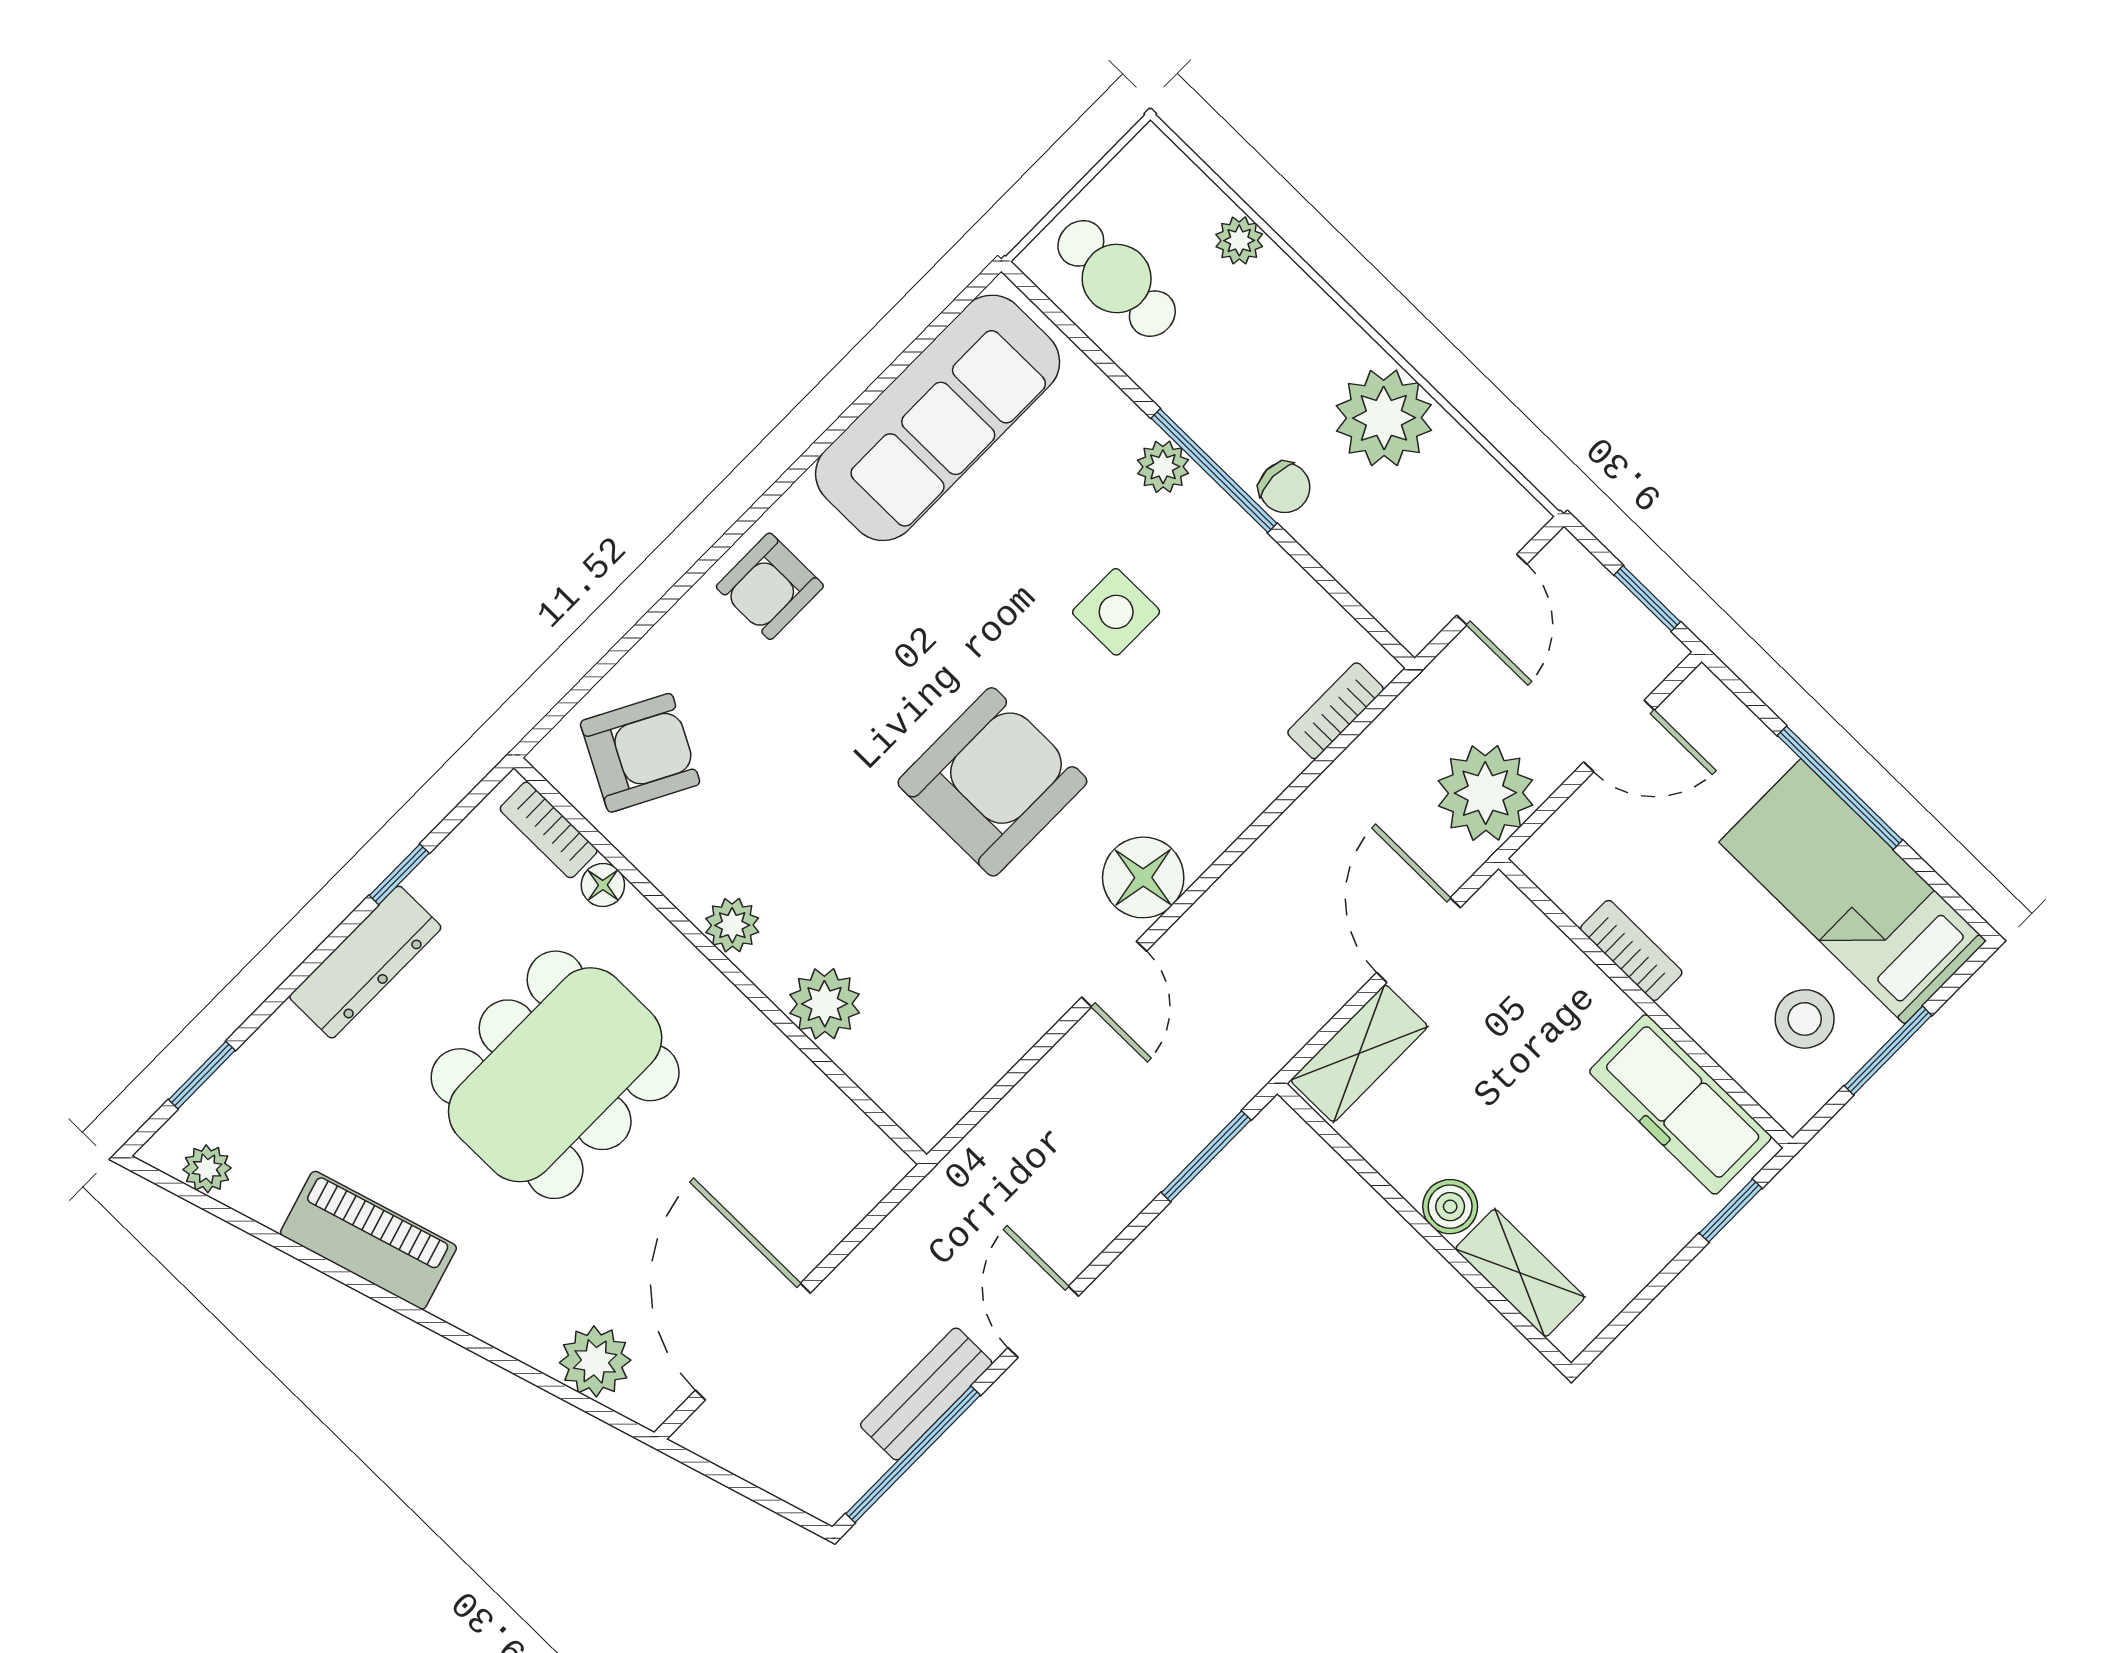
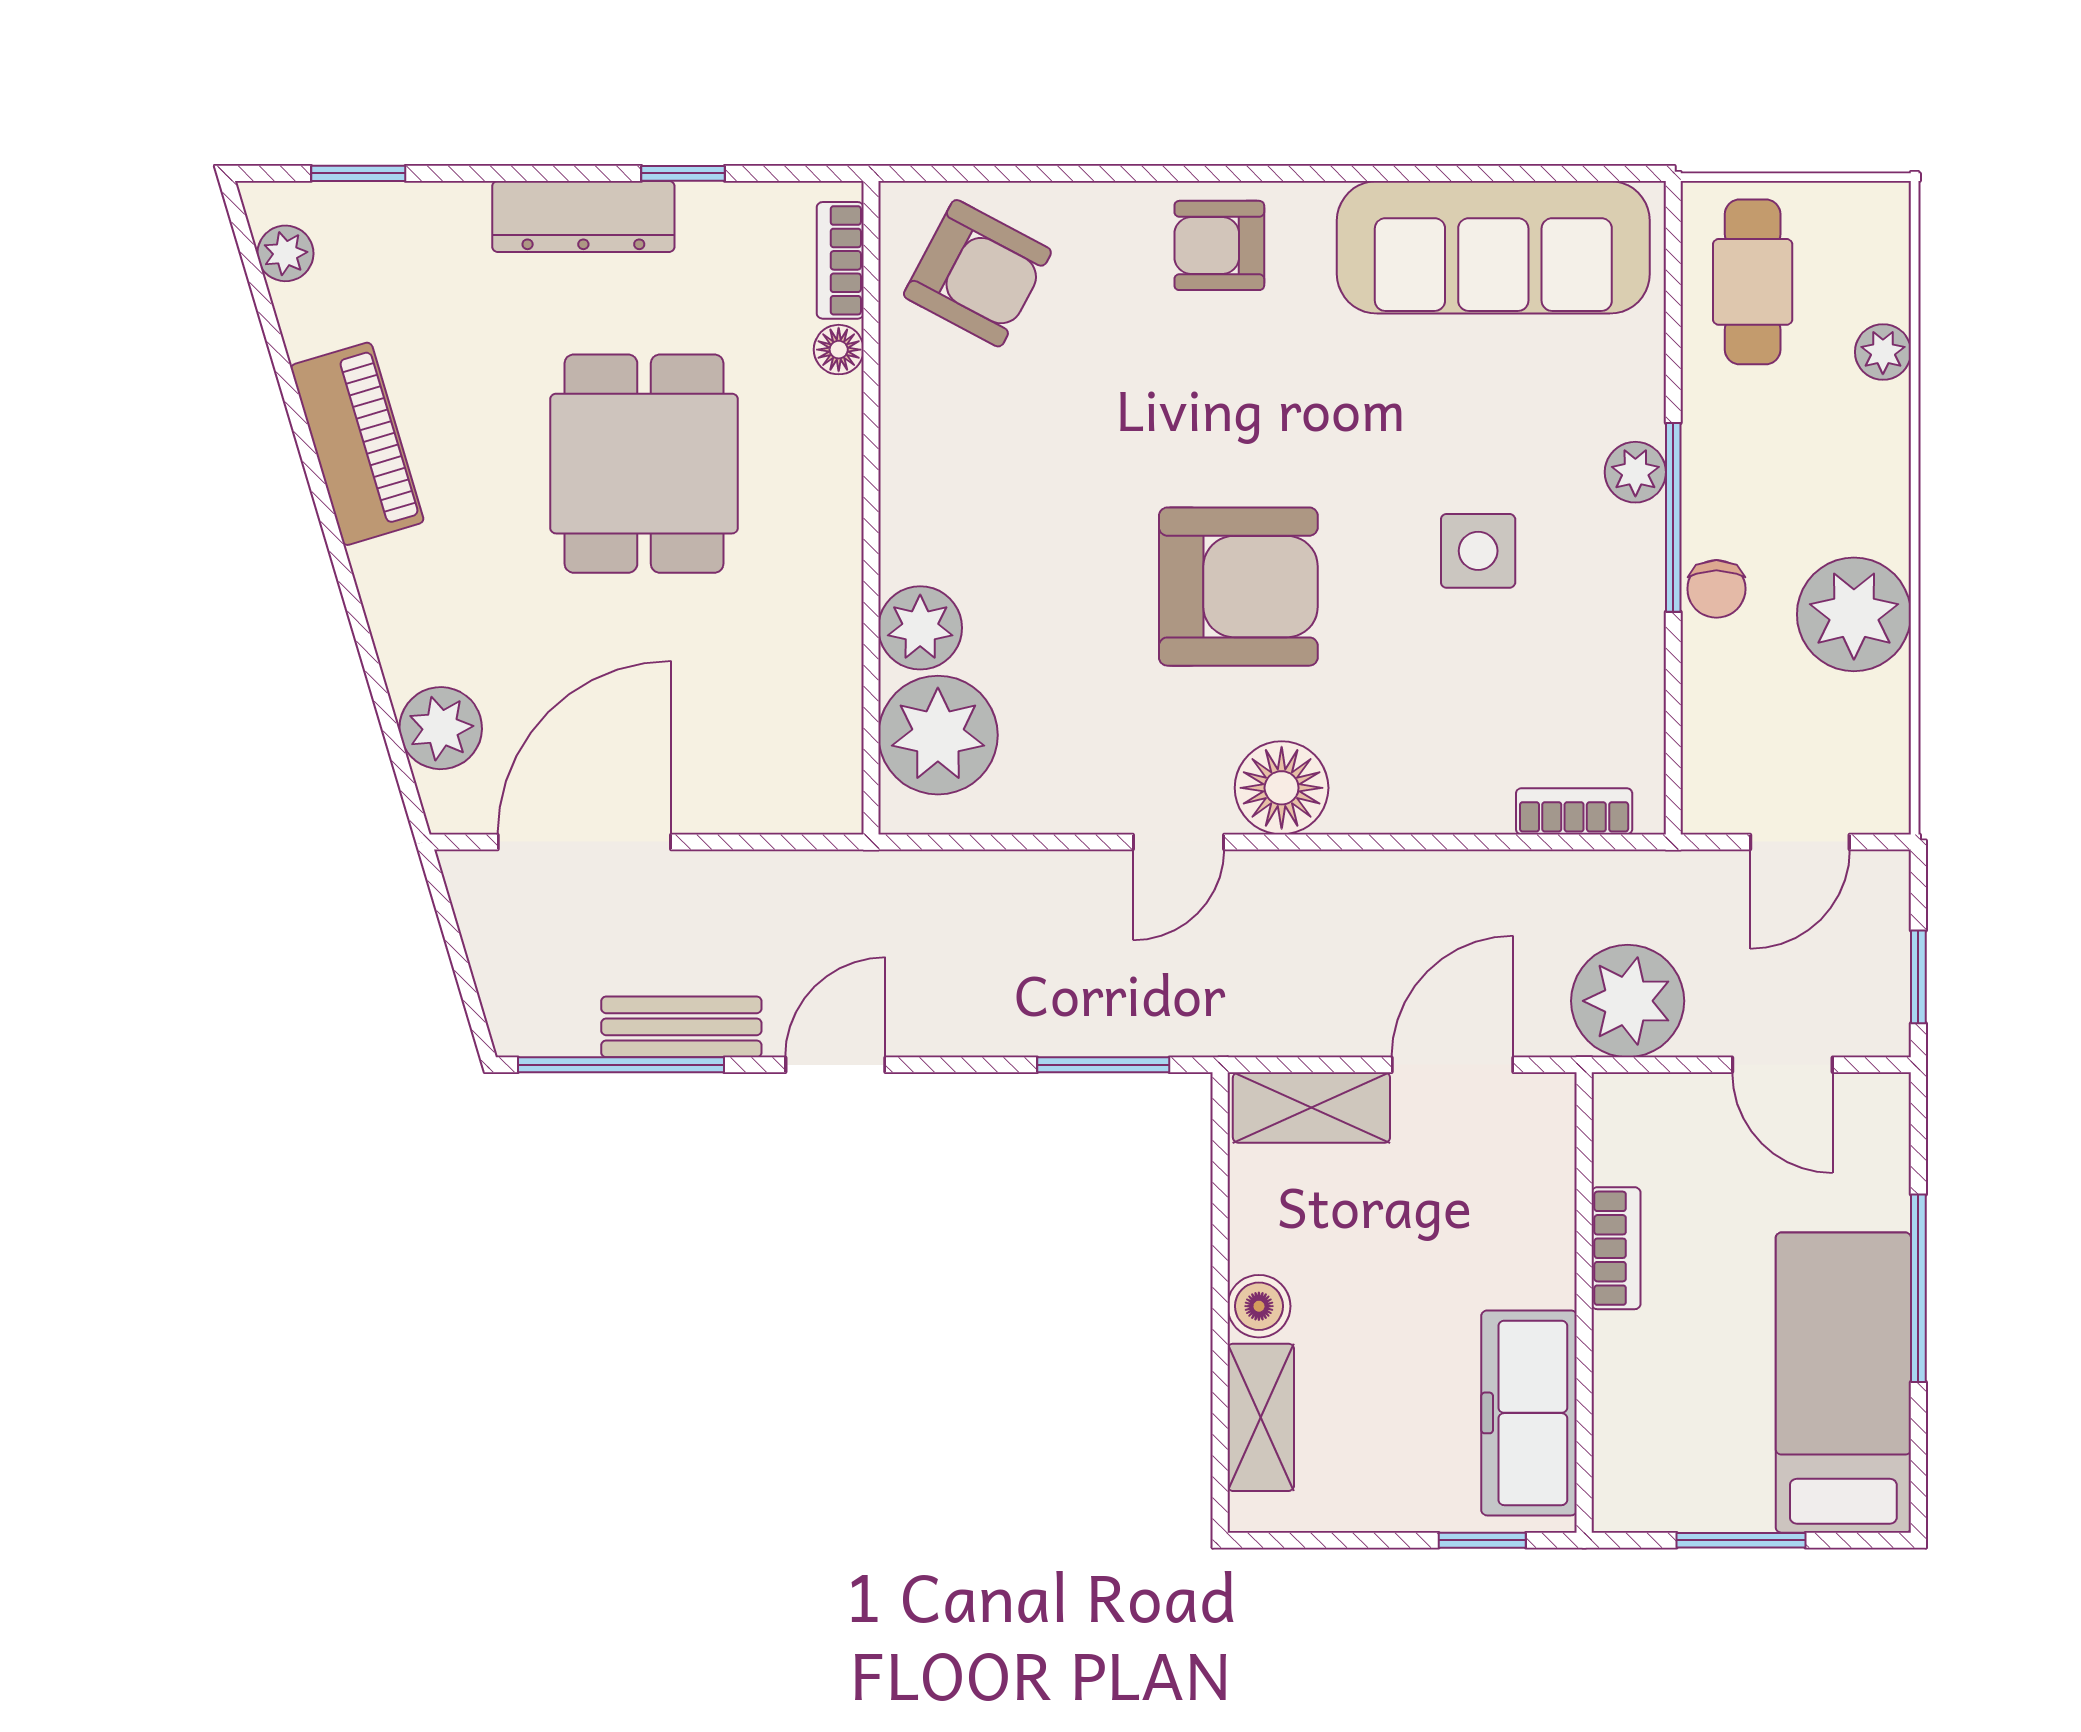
plant: (732, 925) -> (938, 735), moved, width x1.88, depth x1.88
stool: (1805, 1019) -> (1700, 1446), removed
dining table: (555, 1075) -> (644, 464), width x0.73

